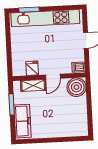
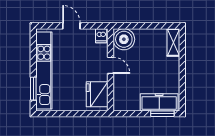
fridge: (32, 68) -> (97, 94), width x1.88, depth x1.34
shelving: (33, 85) -> (173, 42), moved
window: (12, 104) -> (162, 114), moved

